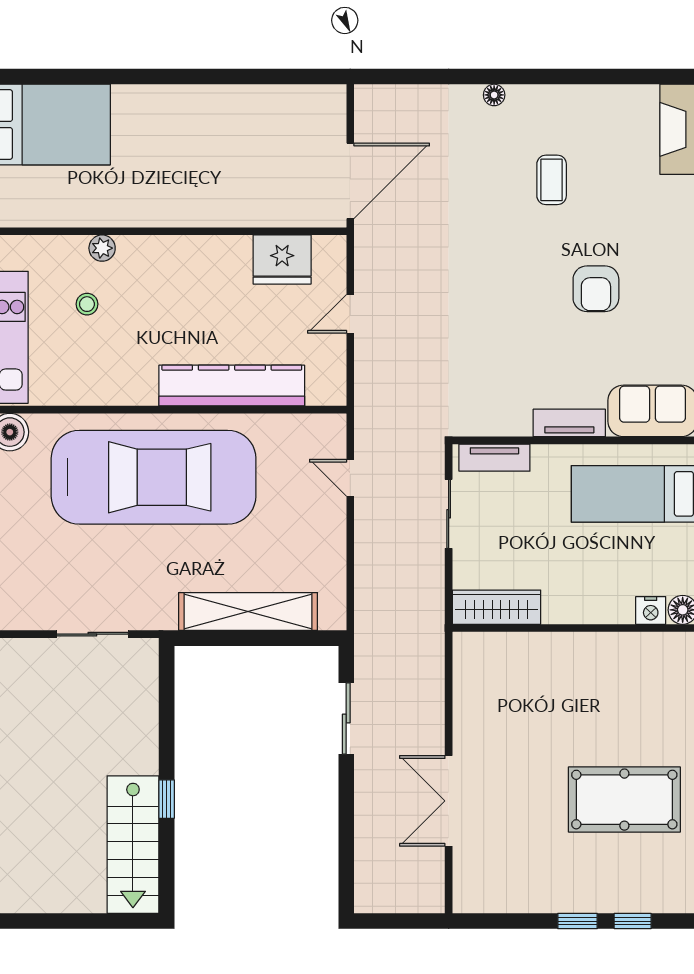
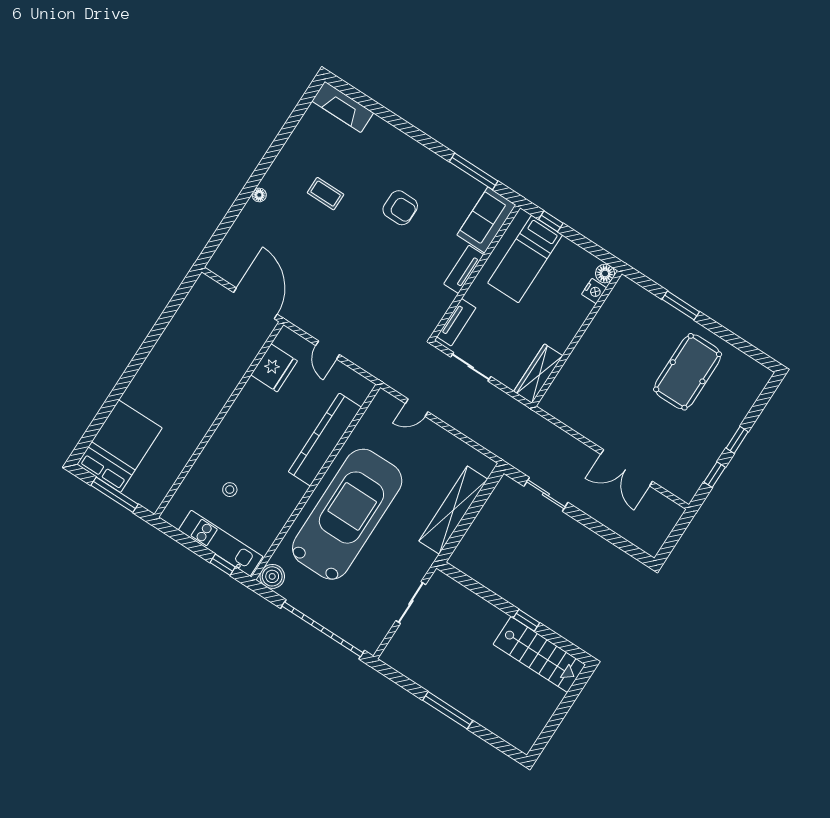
plant: (102, 248) -> (205, 462), removed
window: (633, 921) -> (715, 475), moved

